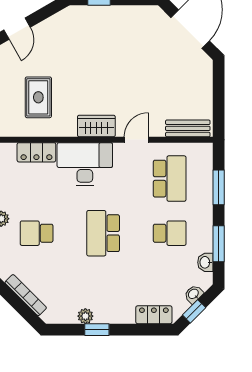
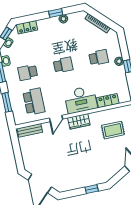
rug: (38, 97) -> (113, 130), turned 90
school desk: (170, 179) -> (34, 102), turned 180
school desk: (103, 233) -> (63, 65), width x0.54

